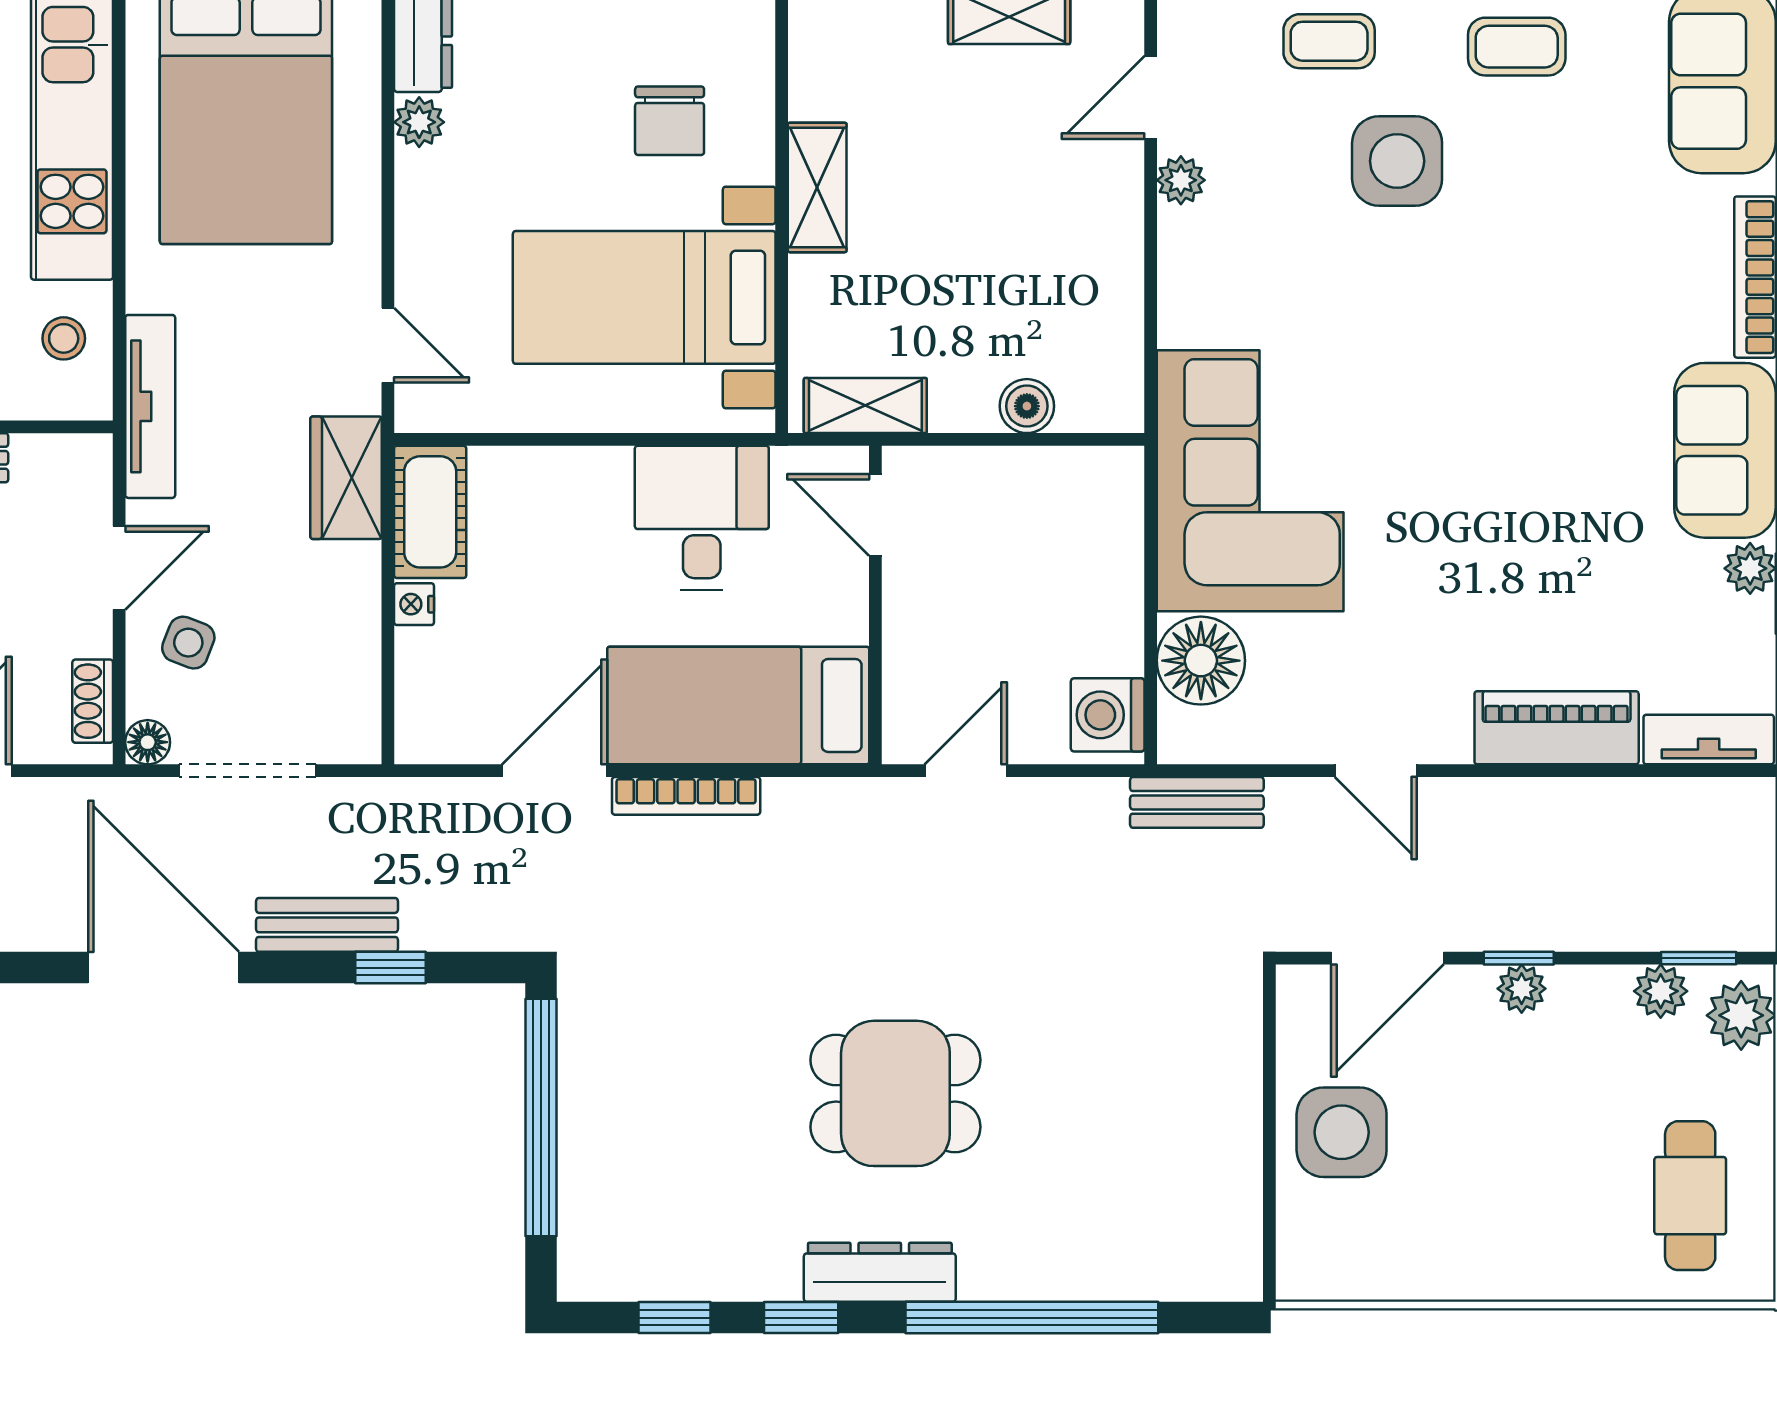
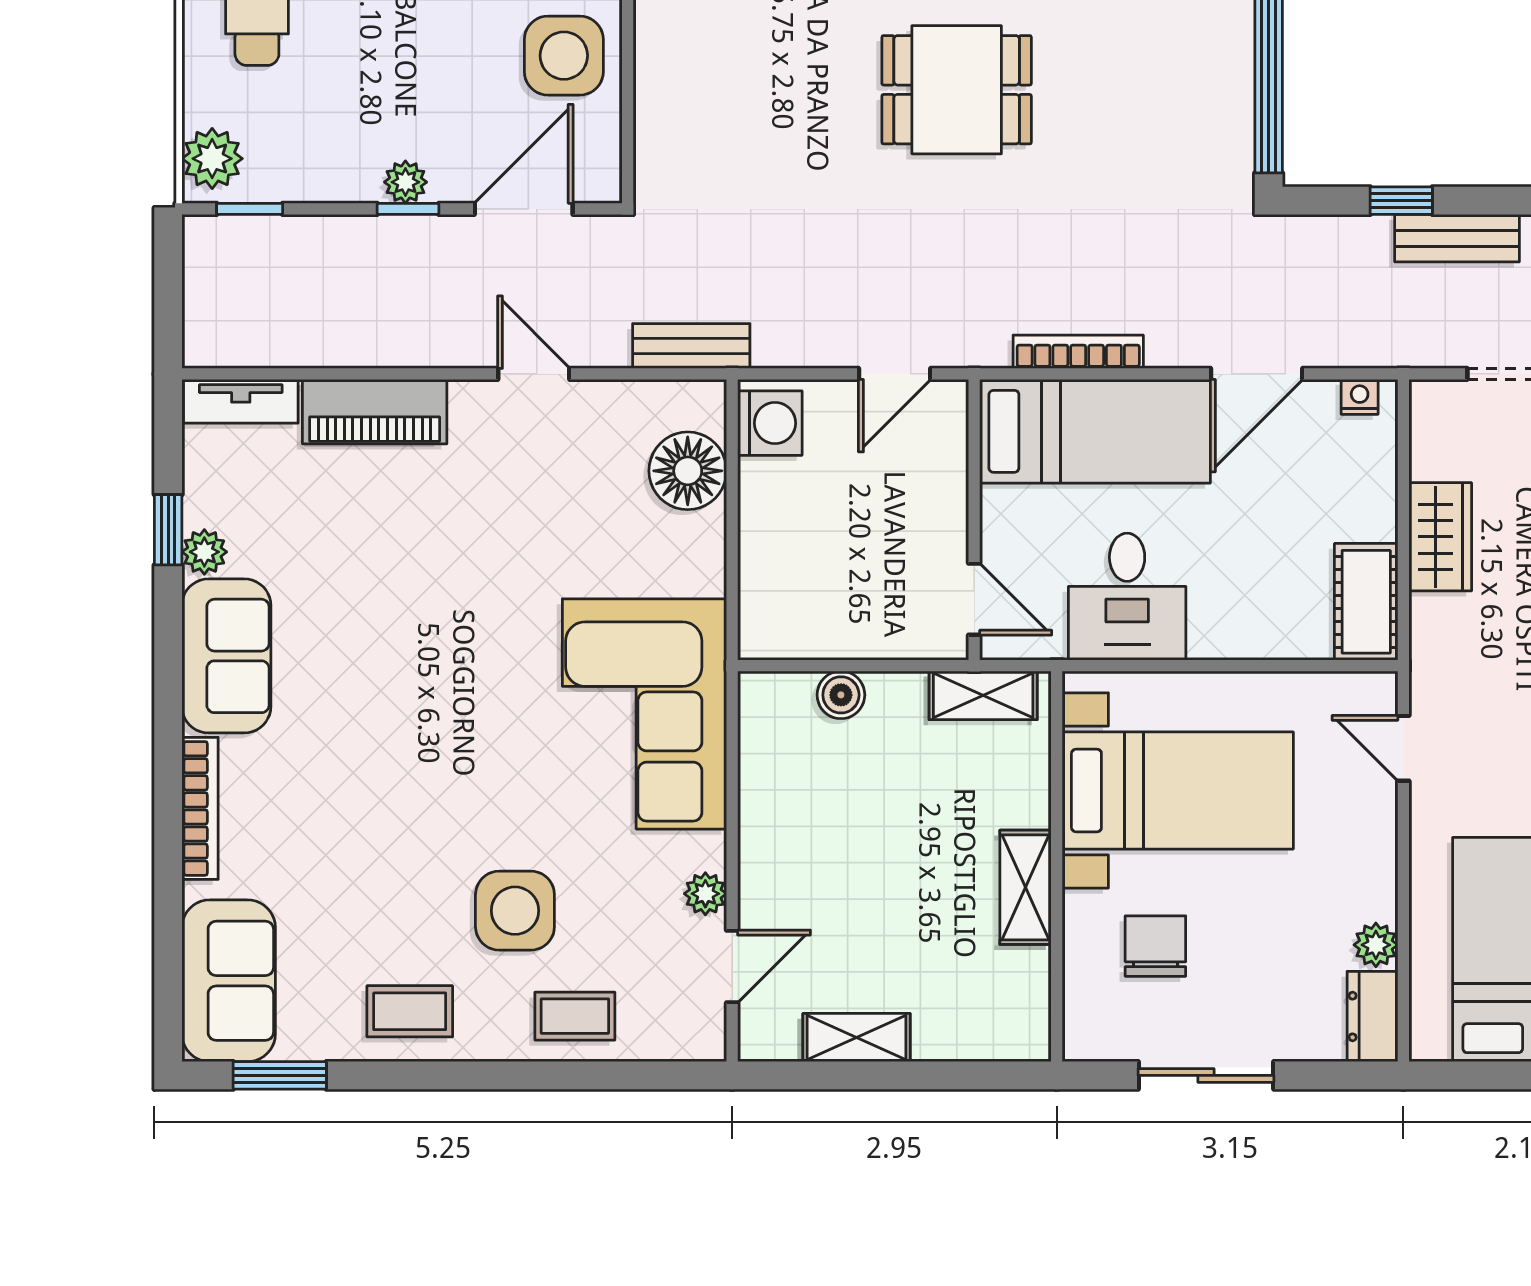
wardrobe: (346, 478) -> (1440, 537), moved
corner sofa: (1250, 481) -> (644, 714), moved
nightstand: (414, 604) -> (1360, 397), moved, turned -90
bookcase: (686, 796) -> (1078, 352), moved
plant: (1661, 991) -> (283, 180), removed

